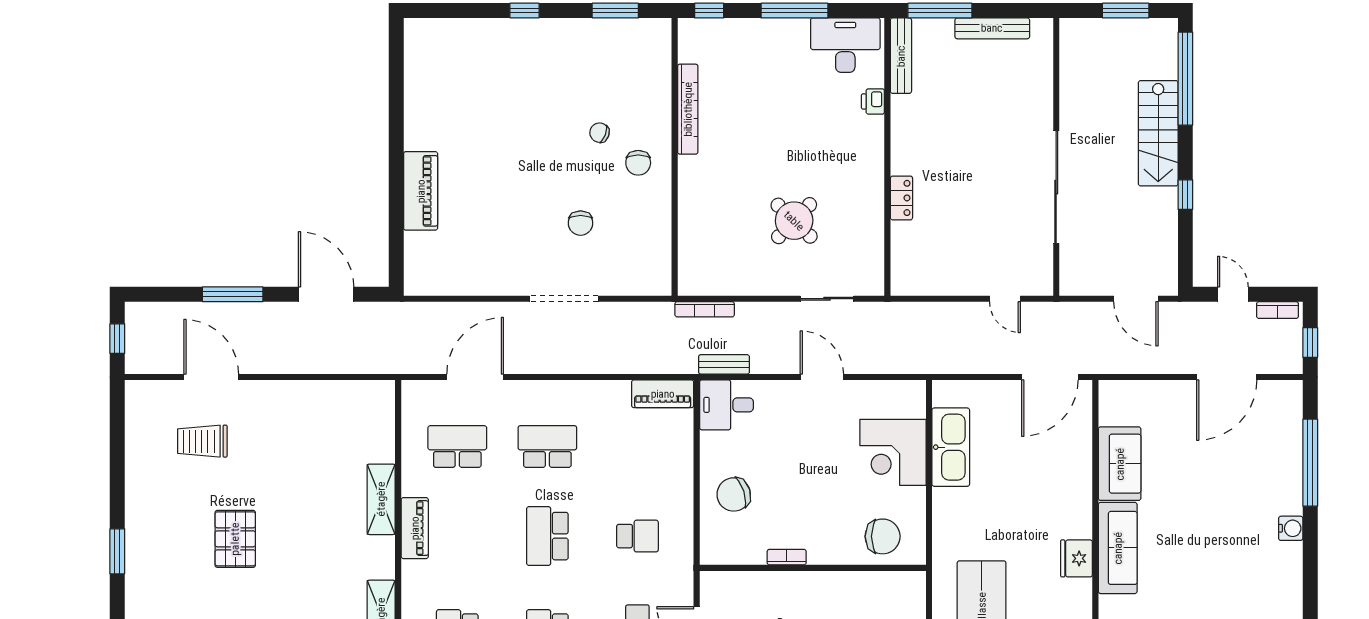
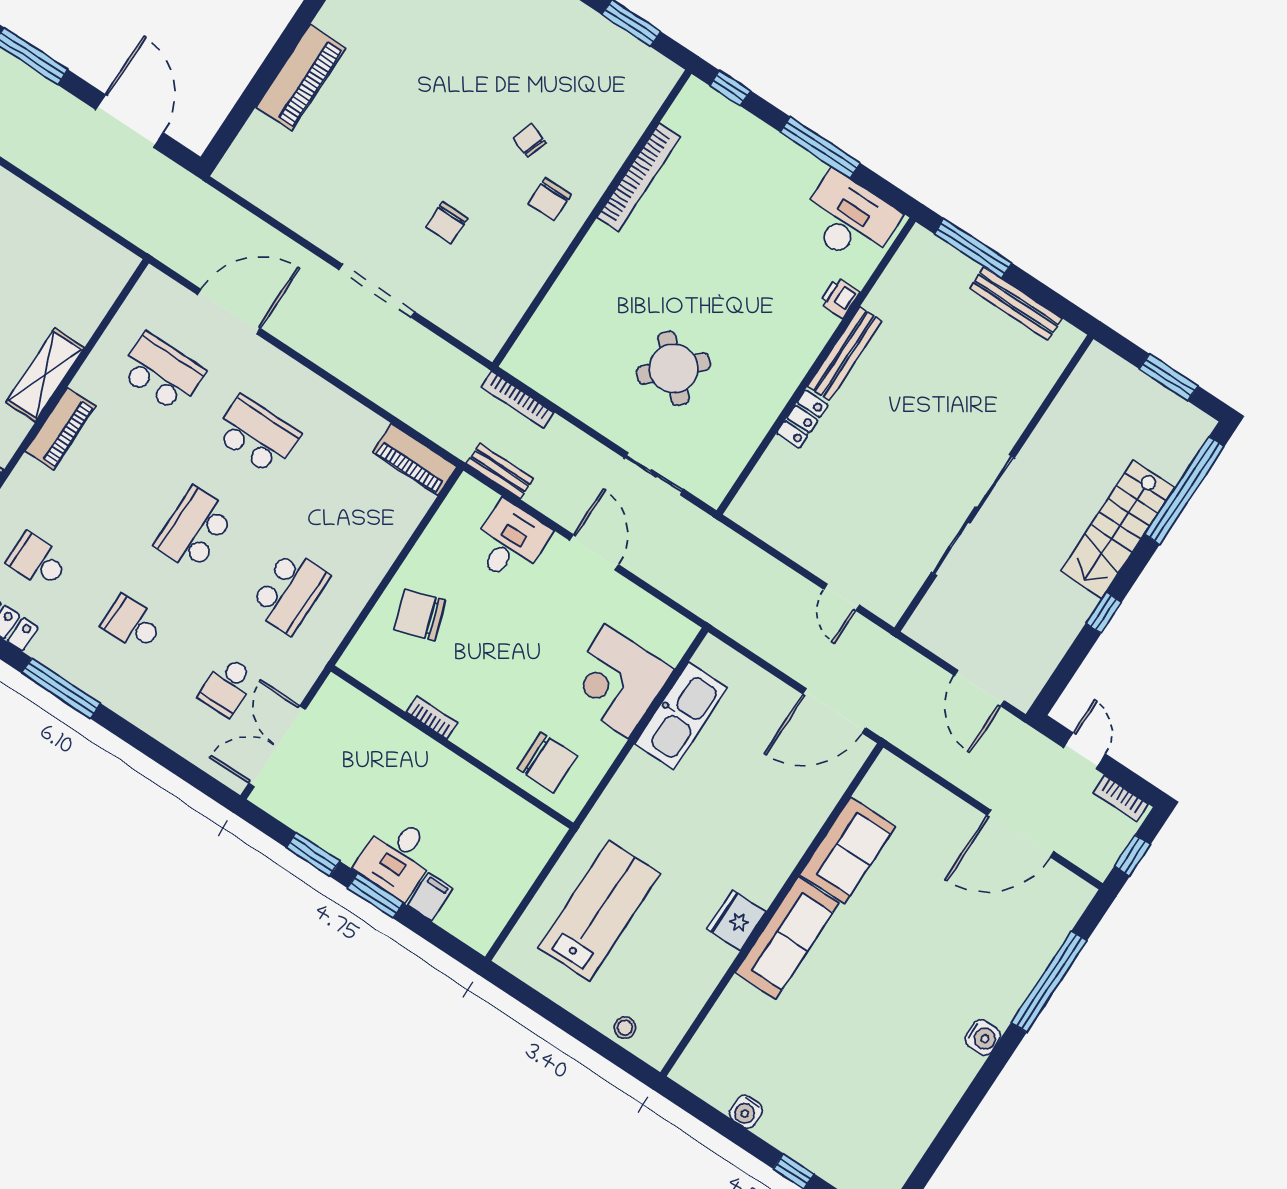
bench: (901, 56) -> (845, 354), moved
desk: (726, 405) -> (510, 542), moved, turned 90
school desk: (637, 536) -> (289, 592), width x1.85

